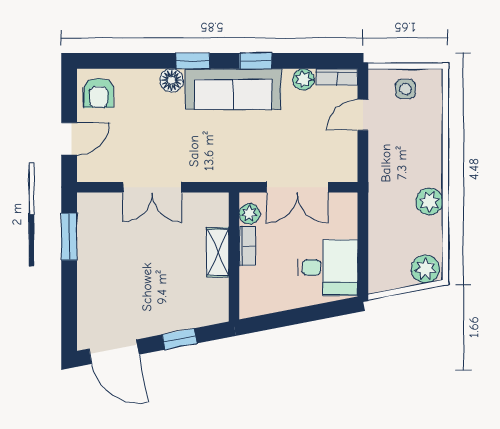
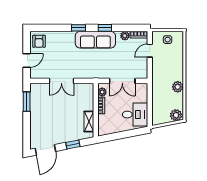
floor lamp: (172, 80) -> (70, 36), removed
shelving: (218, 252) -> (89, 122), moved
door: (114, 352) -> (45, 150), hinge flipped

